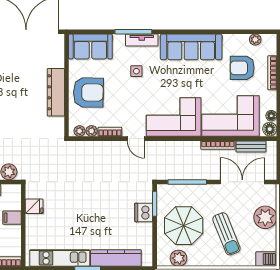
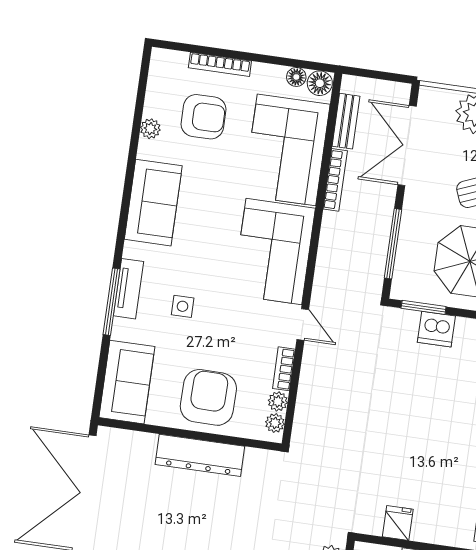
plant: (255, 40) -> (150, 129), moved
sofa: (191, 47) -> (153, 203), width x0.73
armchair: (242, 68) -> (204, 117), turned -90
door: (136, 139) -> (303, 324), hinge flipped

